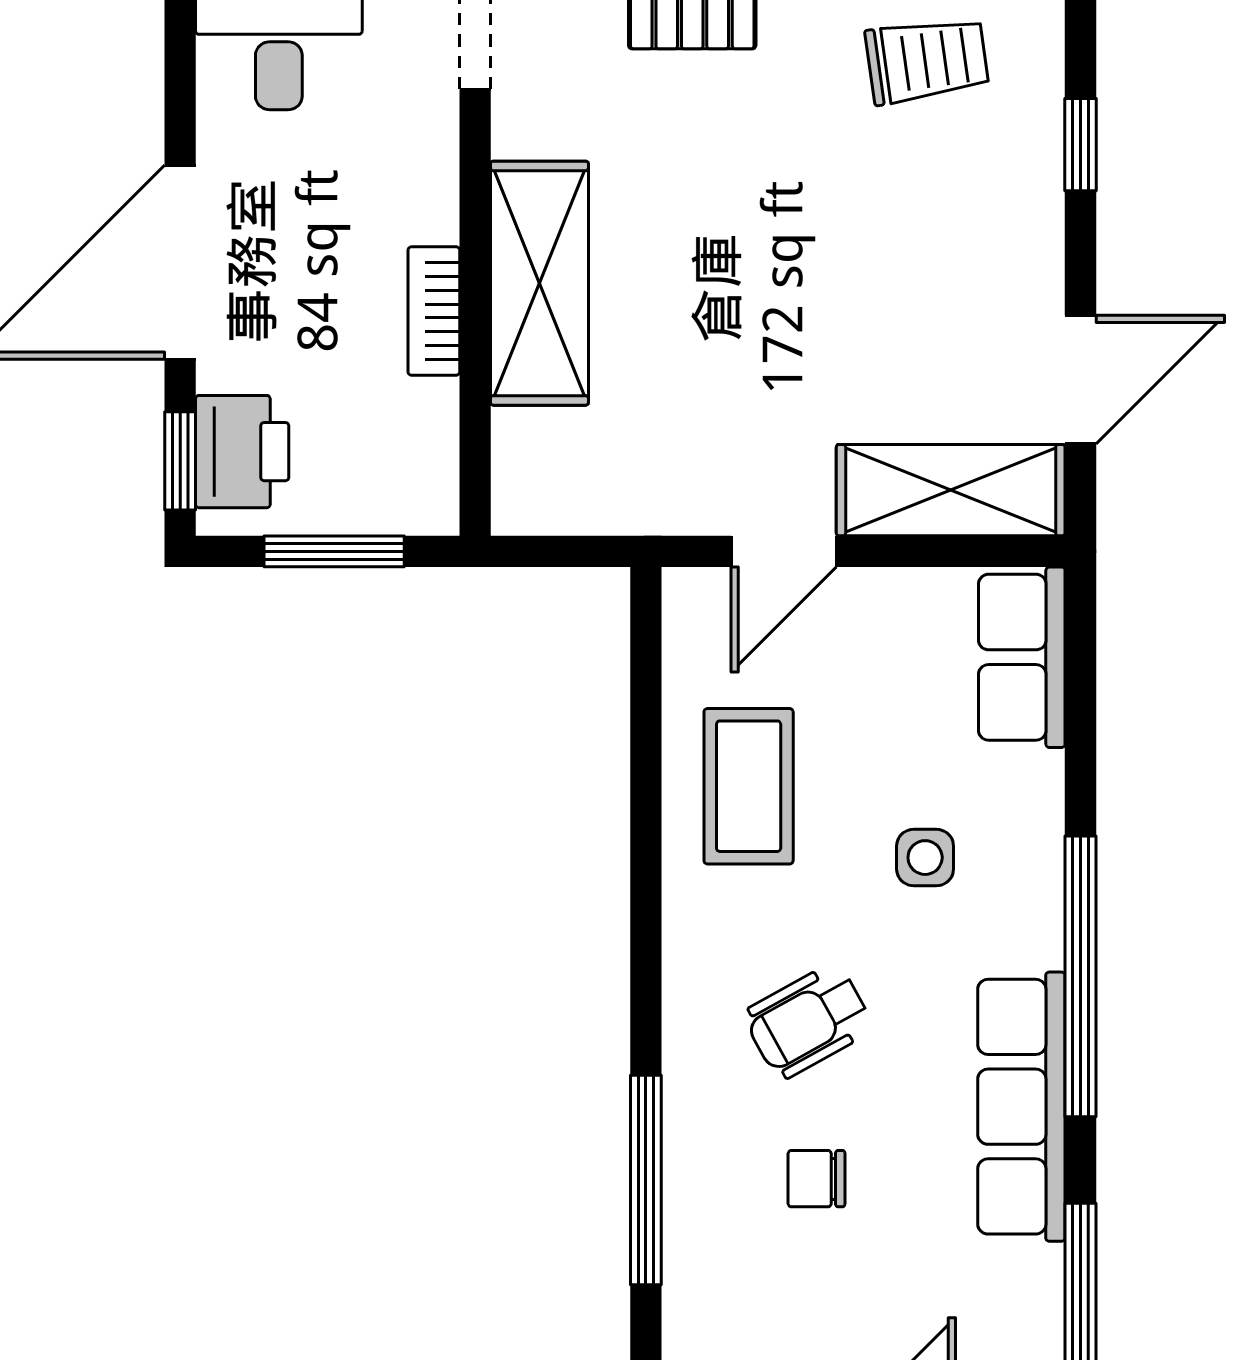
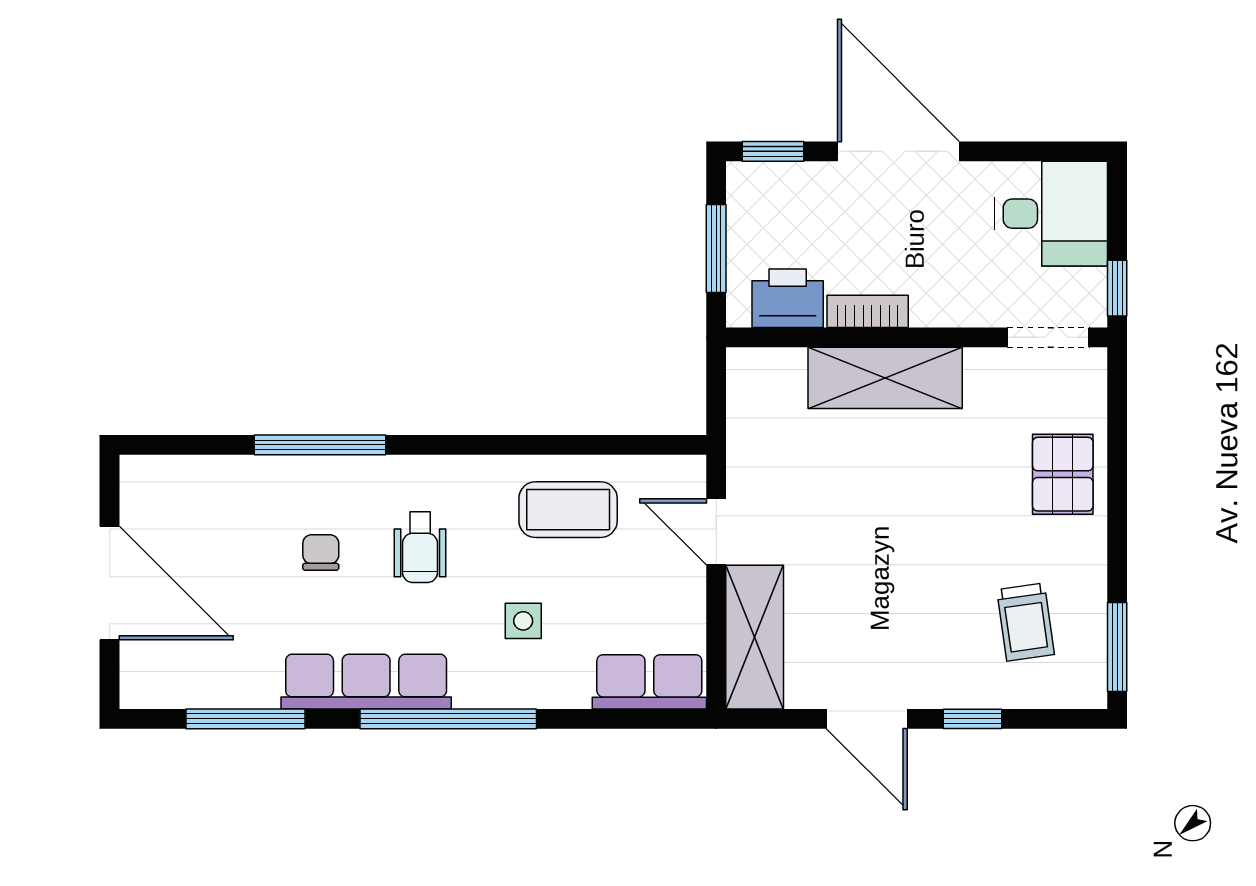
door: (1081, 380) -> (867, 719), moved
printer: (242, 452) -> (788, 298), moved, turned 180
wheelchair: (808, 1021) -> (420, 547), turned -151

